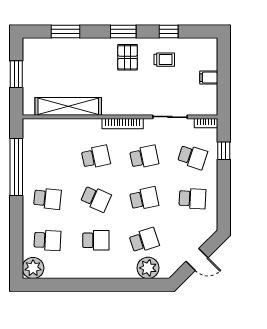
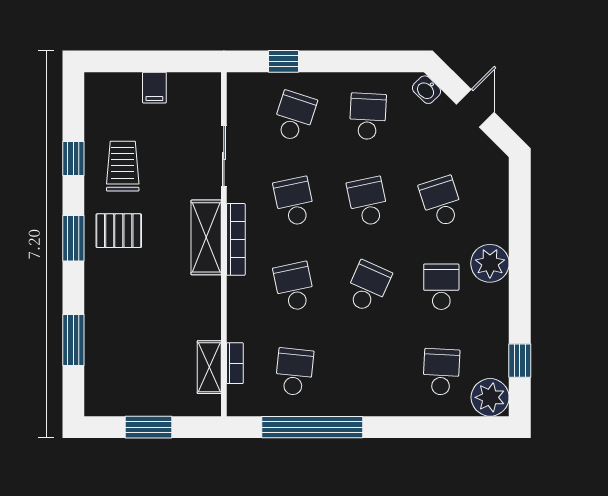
trolley: (164, 60) -> (123, 166), width x1.36, depth x1.39
shelving: (68, 106) -> (209, 367), width x0.45, depth x0.75
shelving: (124, 107) -> (206, 237), added
bookcase: (206, 123) -> (235, 363), moved
school desk: (47, 199) -> (294, 372), moved
washbasin: (208, 232) -> (427, 90), added
plant: (148, 268) -> (490, 263), moved
window: (54, 285) -> (520, 361), added

